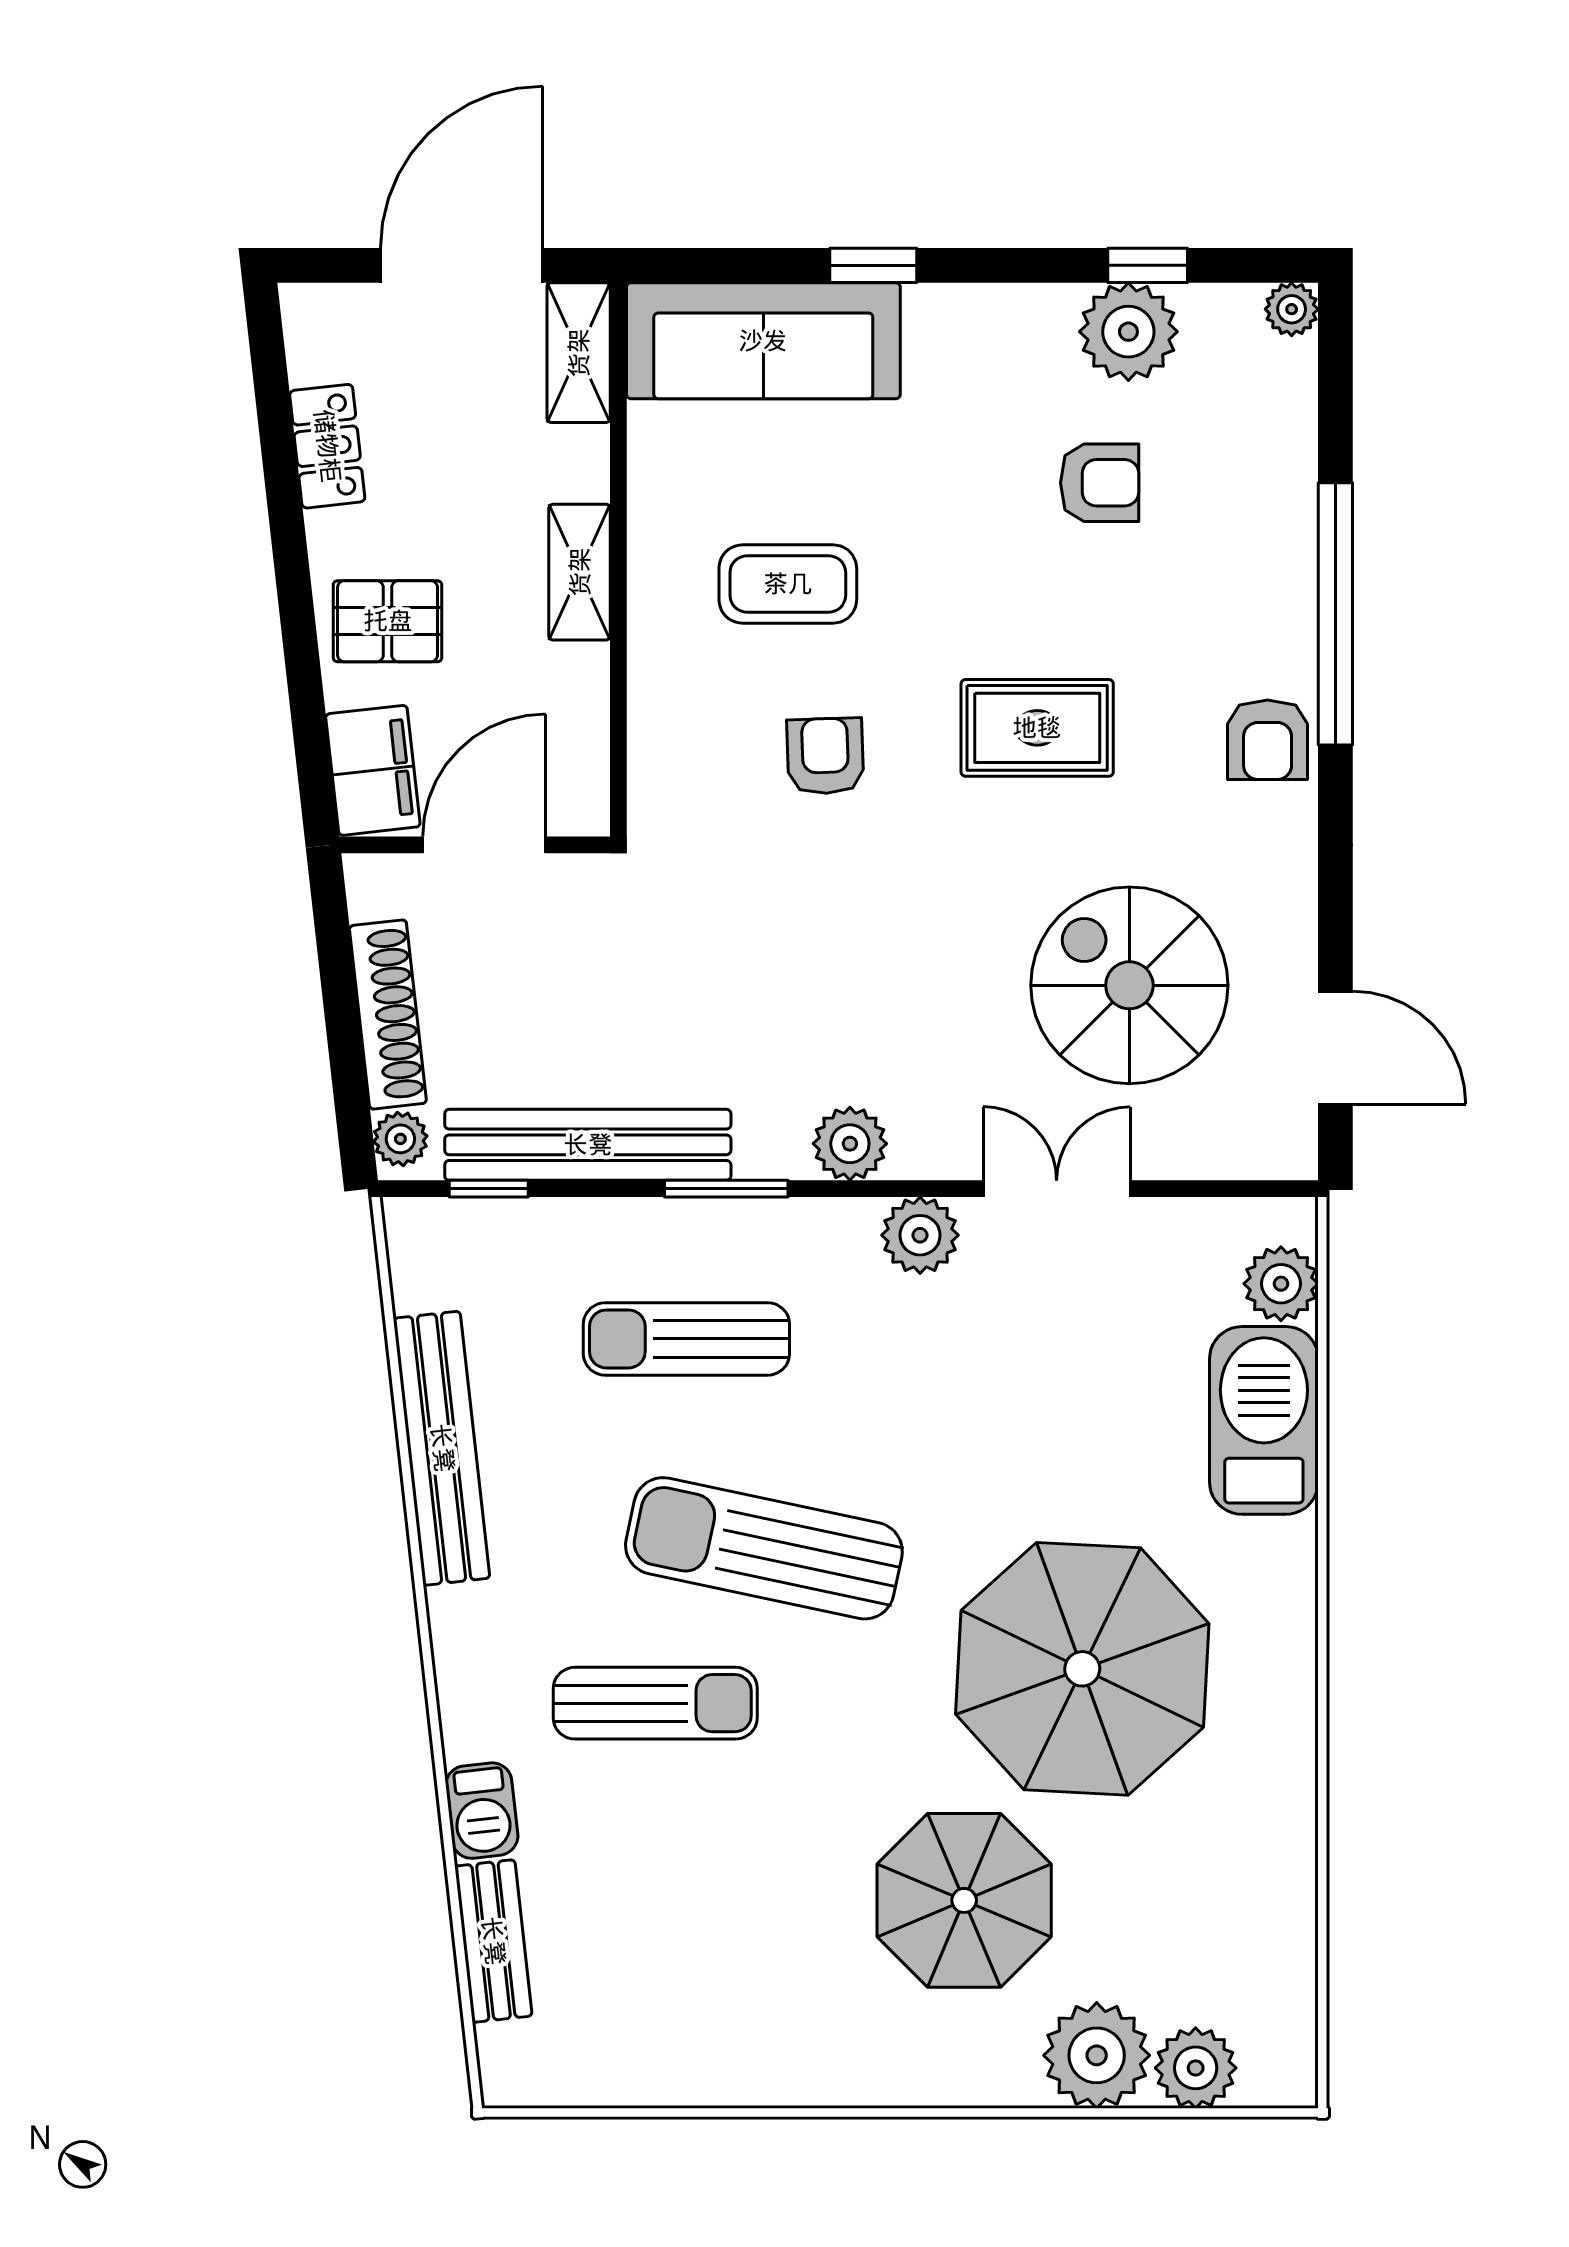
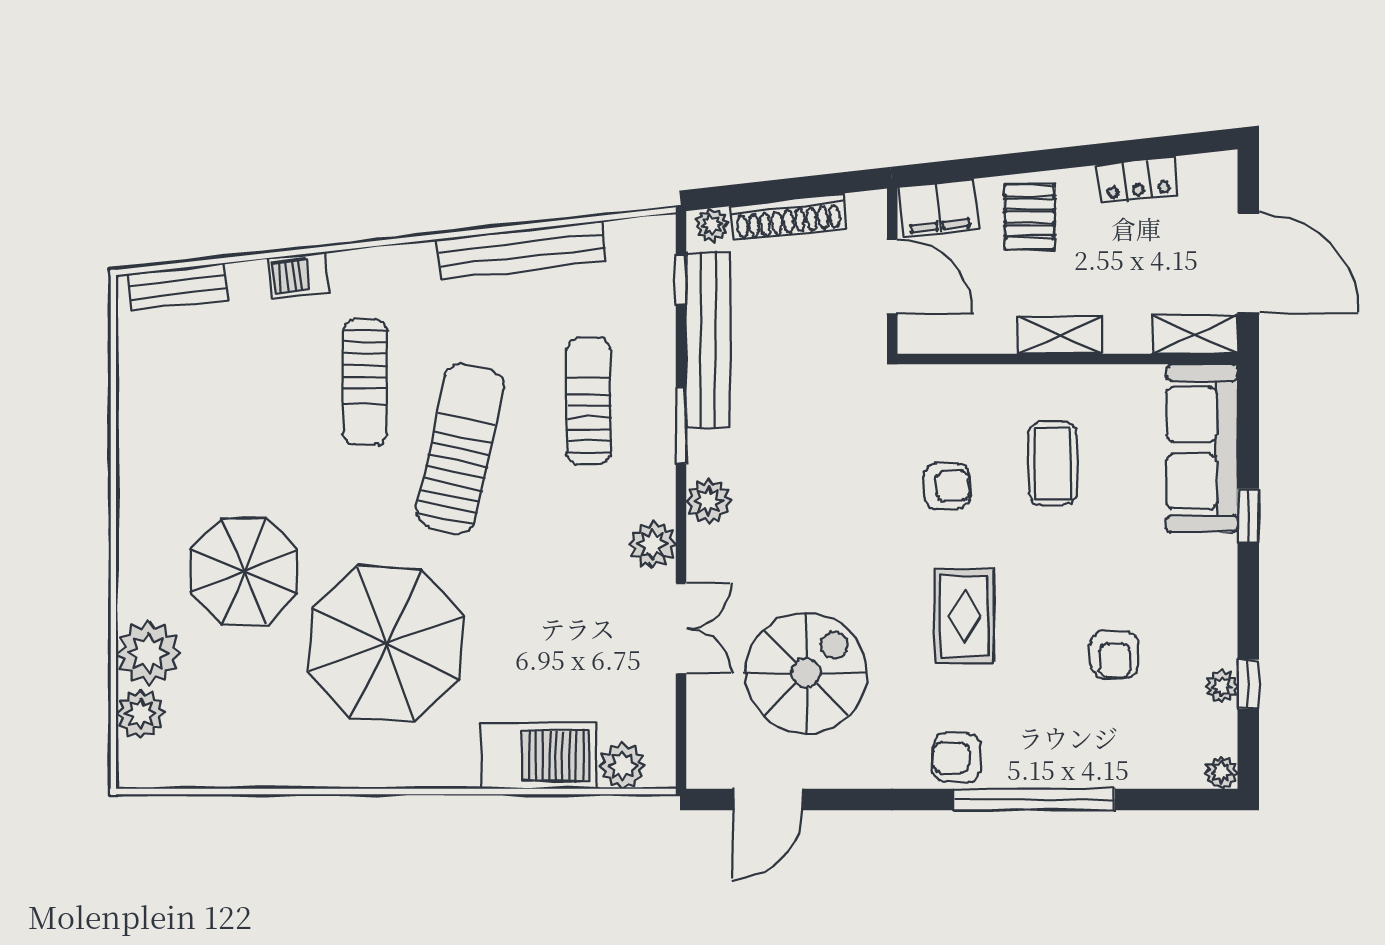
plant: (1128, 332) -> (1222, 686), width x0.53, depth x0.53
bench: (493, 1941) -> (178, 287), moved

